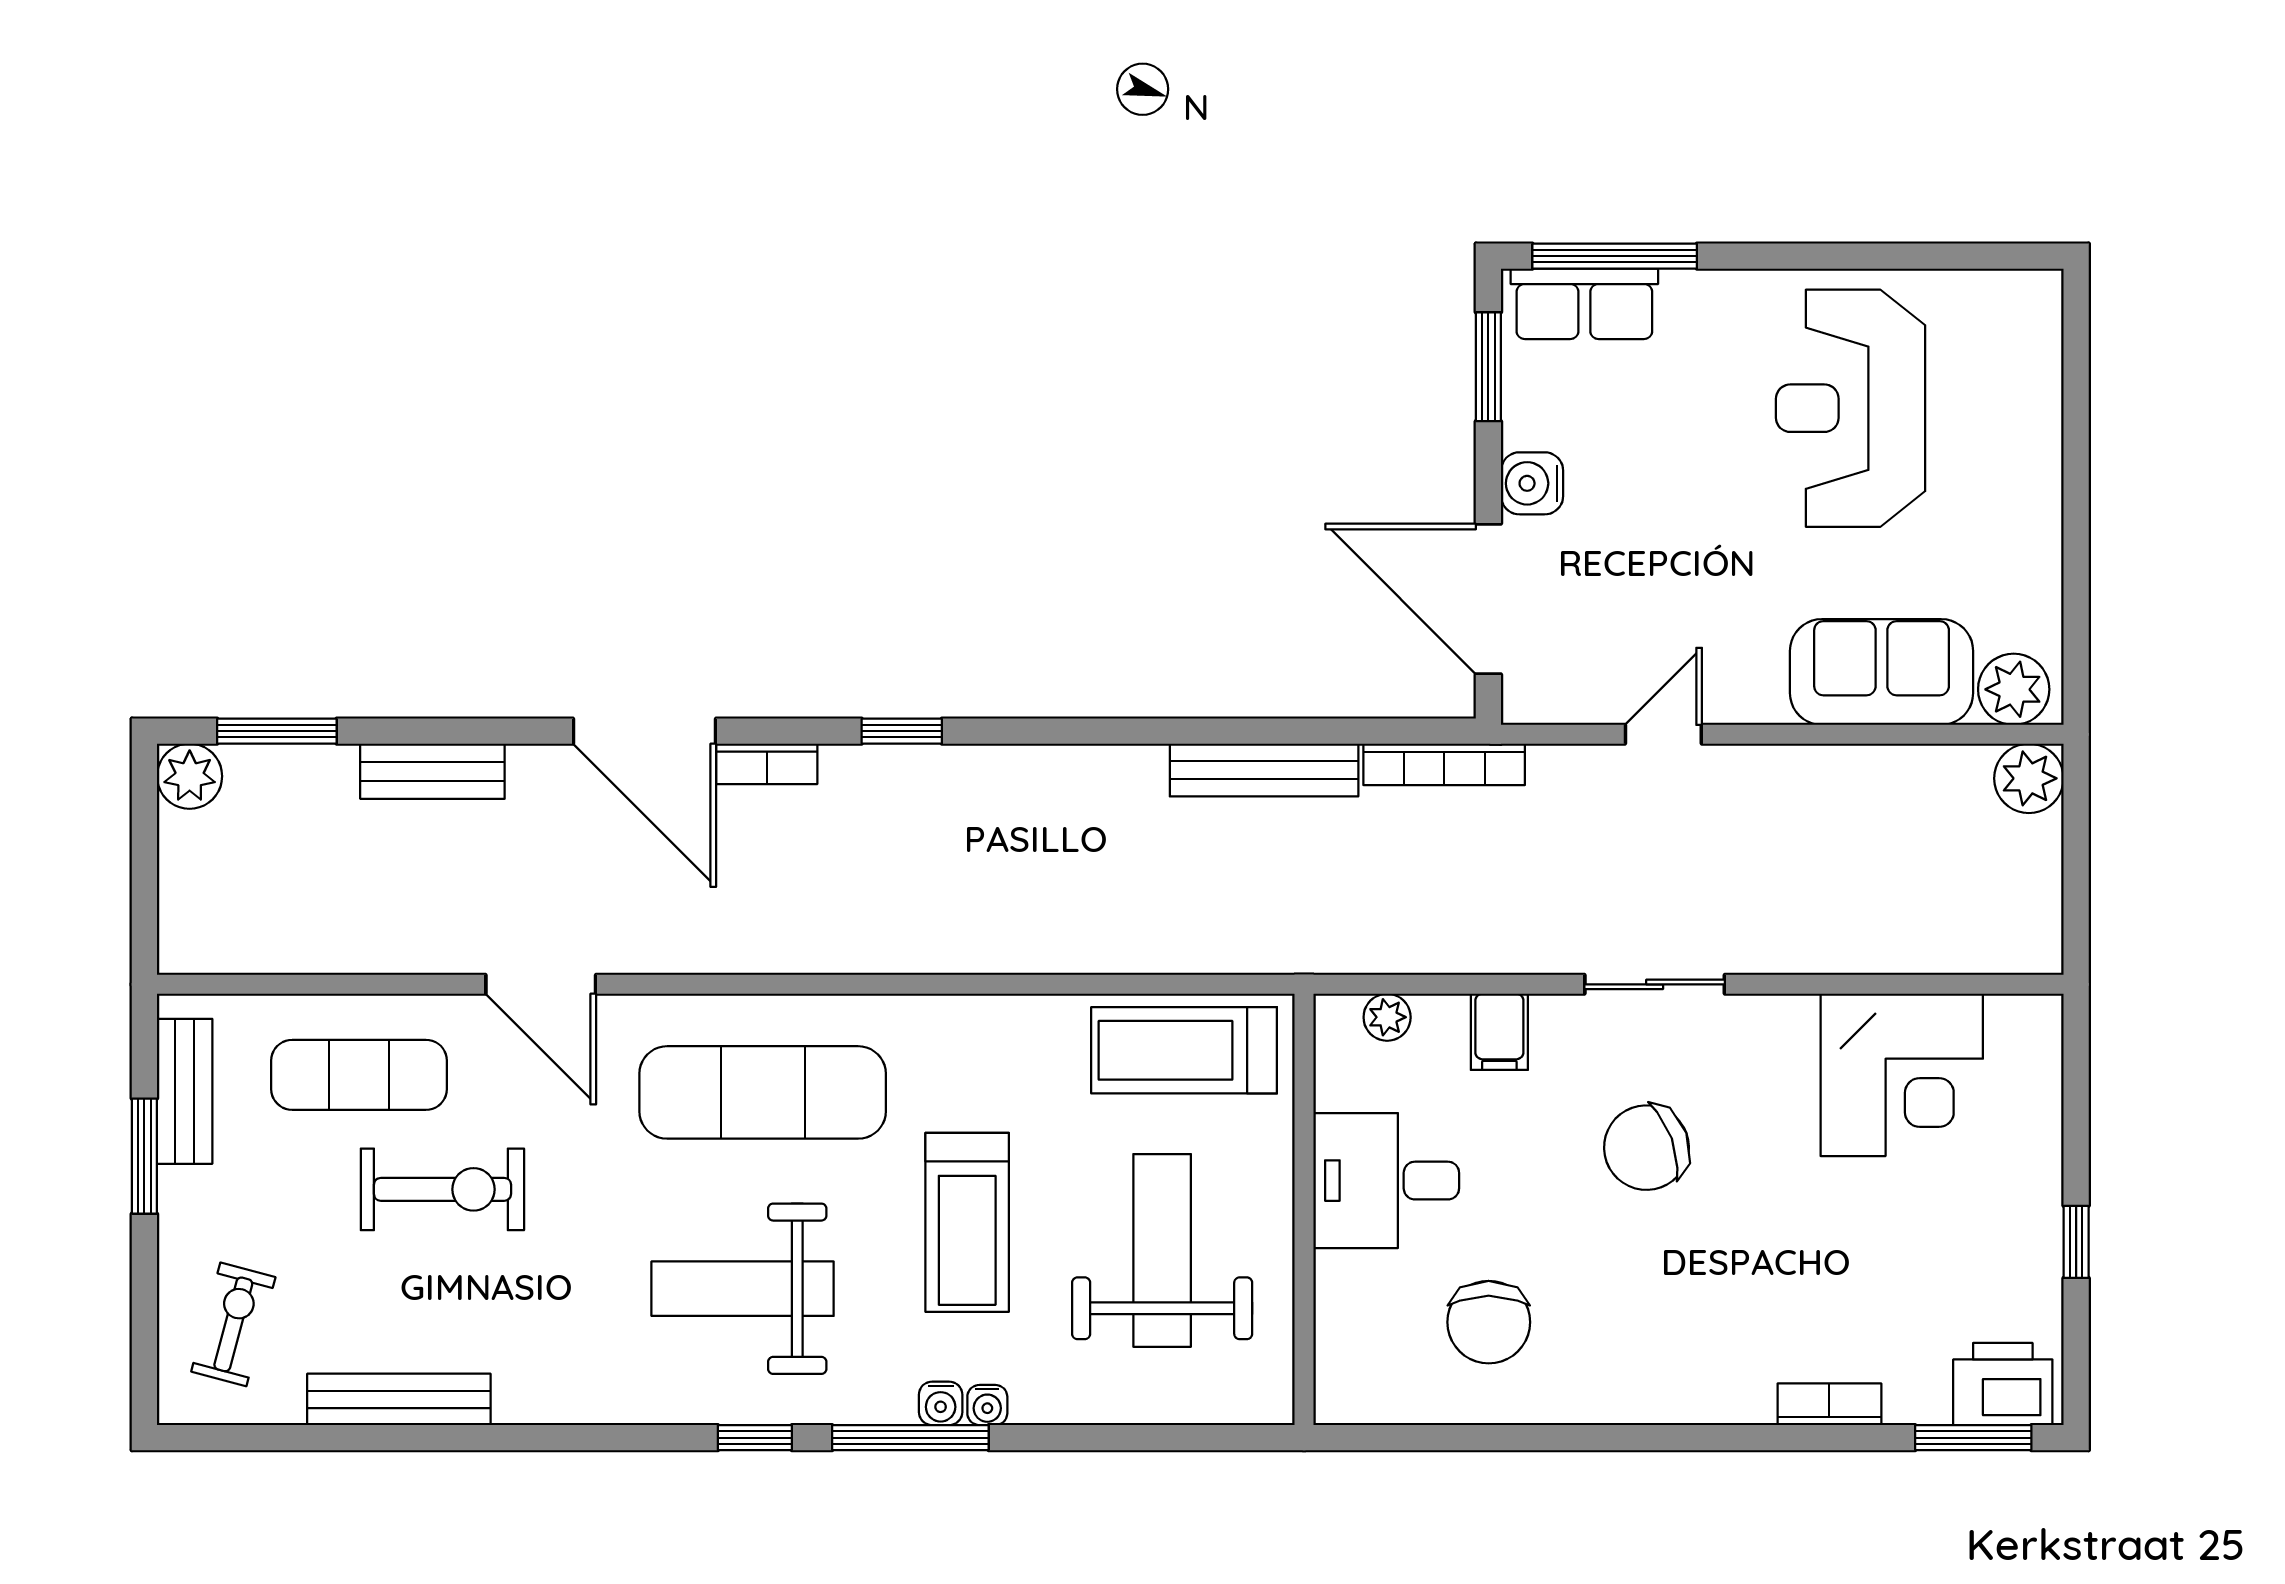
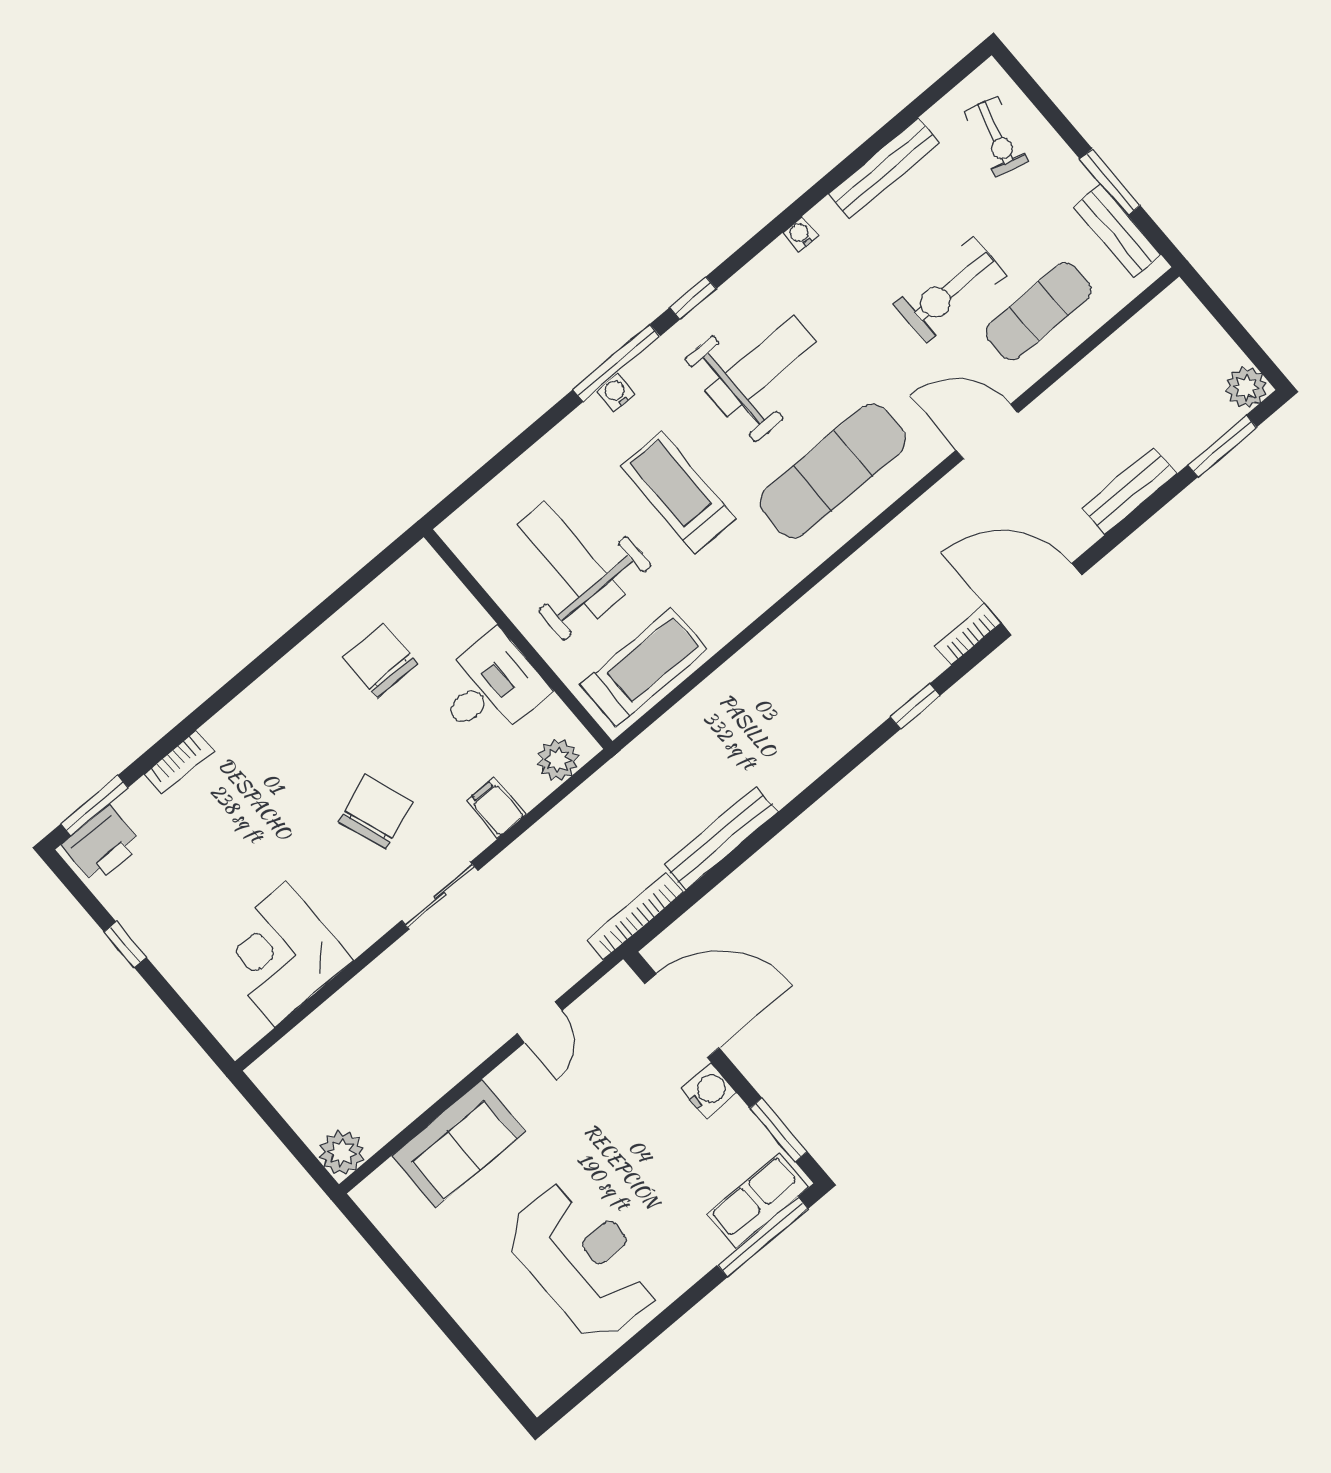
plant: (2014, 689) -> (386, 1190), removed
plant: (1387, 1017) -> (558, 760), width x1.38, depth x1.38
weight bench: (1162, 1250) -> (571, 560), turned 180
water cooler: (987, 1405) -> (801, 234), moved

